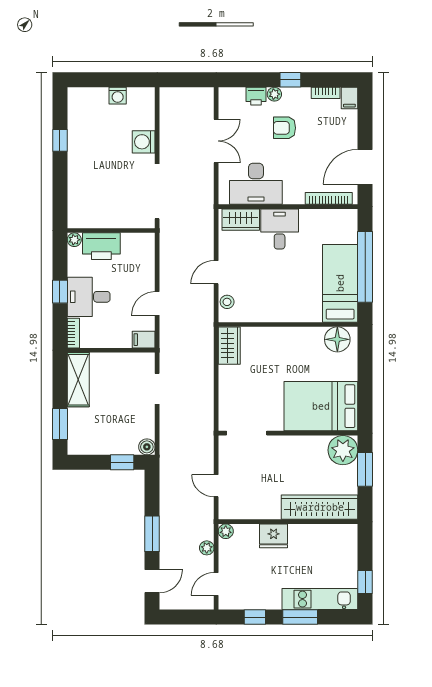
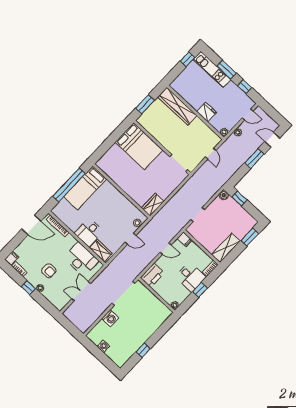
printer: (256, 96) -> (48, 294), removed
printer: (101, 246) -> (152, 275), moved, turned 90
floor lamp: (337, 339) -> (107, 167), removed
plant: (343, 450) -> (147, 120), removed

